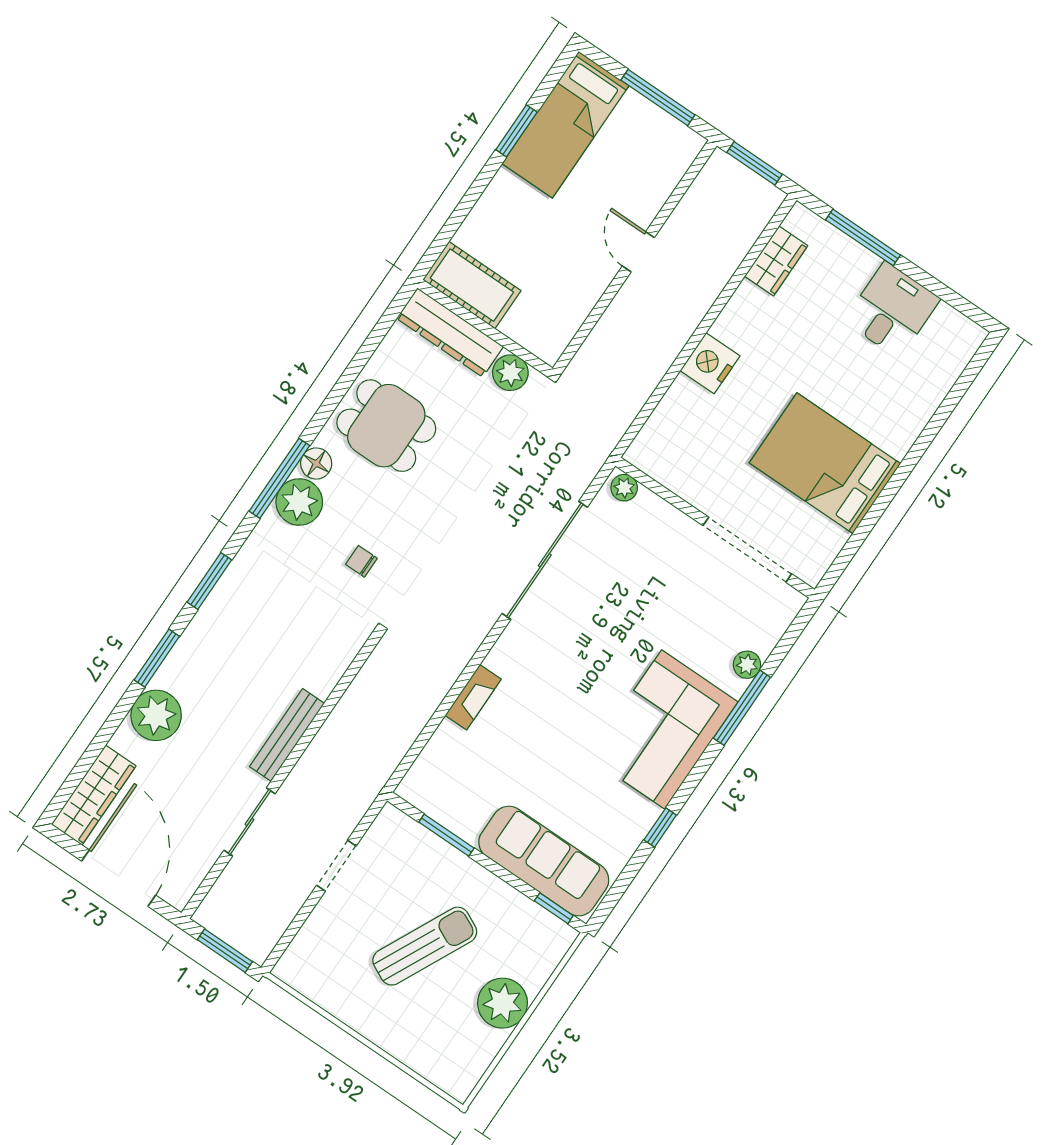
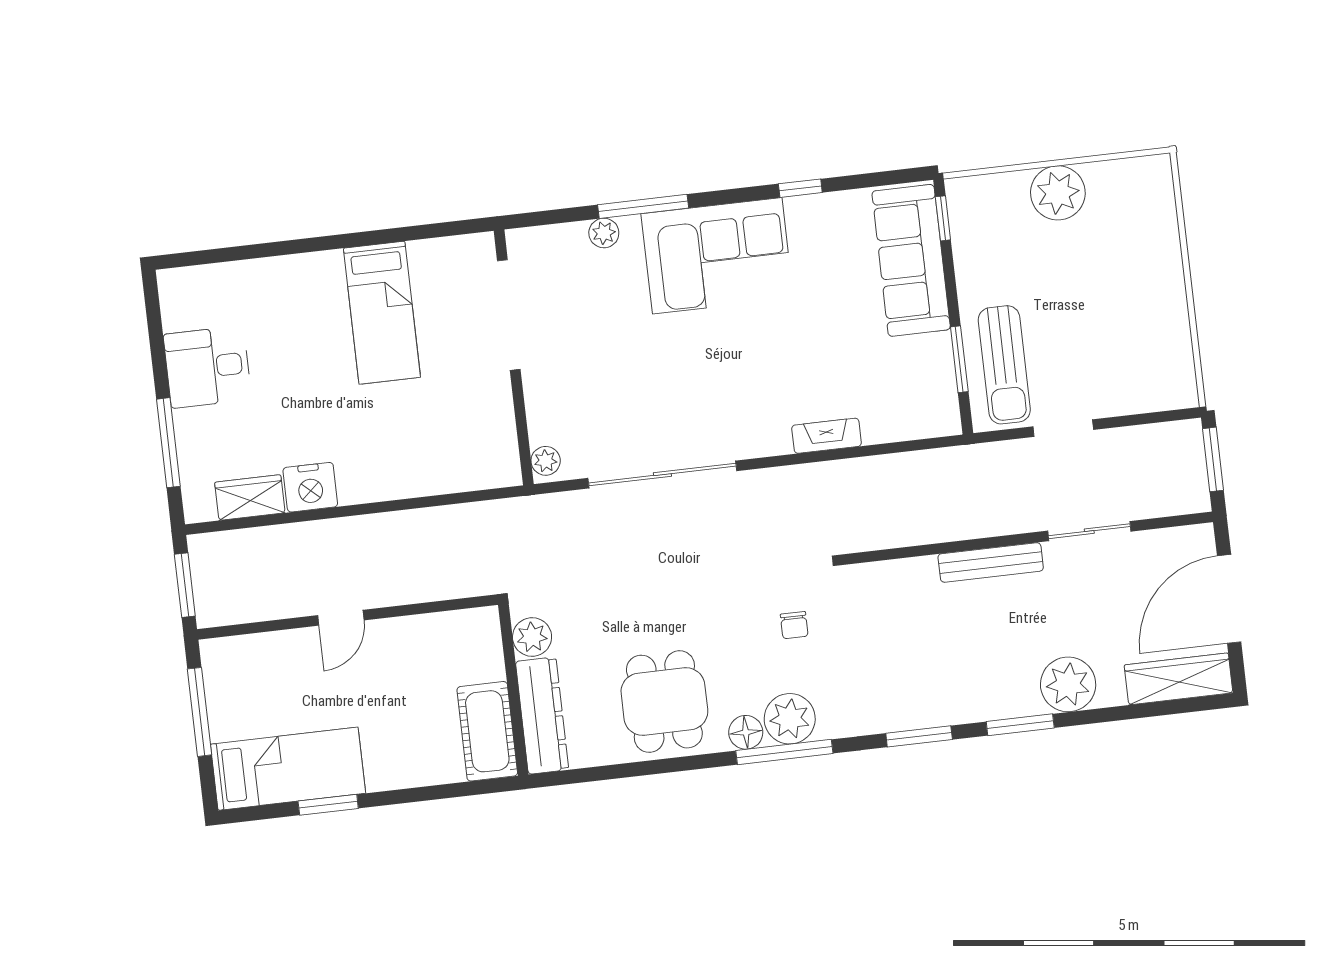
nightstand: (710, 363) -> (310, 487), moved
bed: (825, 463) -> (382, 313), width x0.67
sun lounger: (425, 946) -> (1004, 365), moved, turned -116

